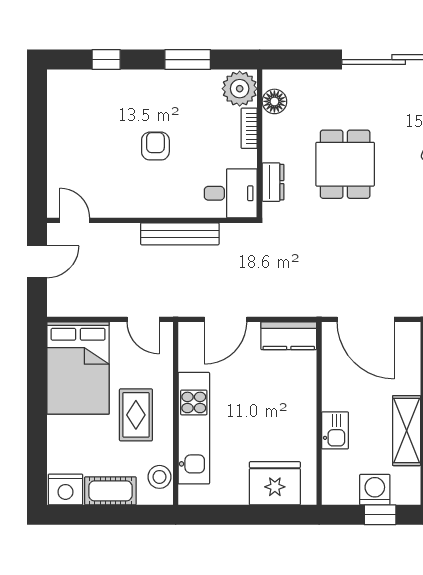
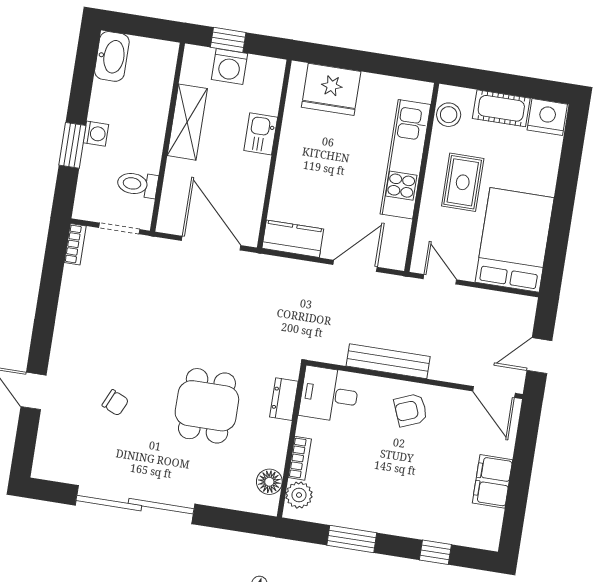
plant: (240, 89) -> (299, 495), width x0.73, depth x0.73
filing cabinet: (63, 135) -> (492, 481), added
armchair: (155, 146) -> (411, 410), moved, turned 68
door: (75, 220) -> (494, 392), width x1.38

